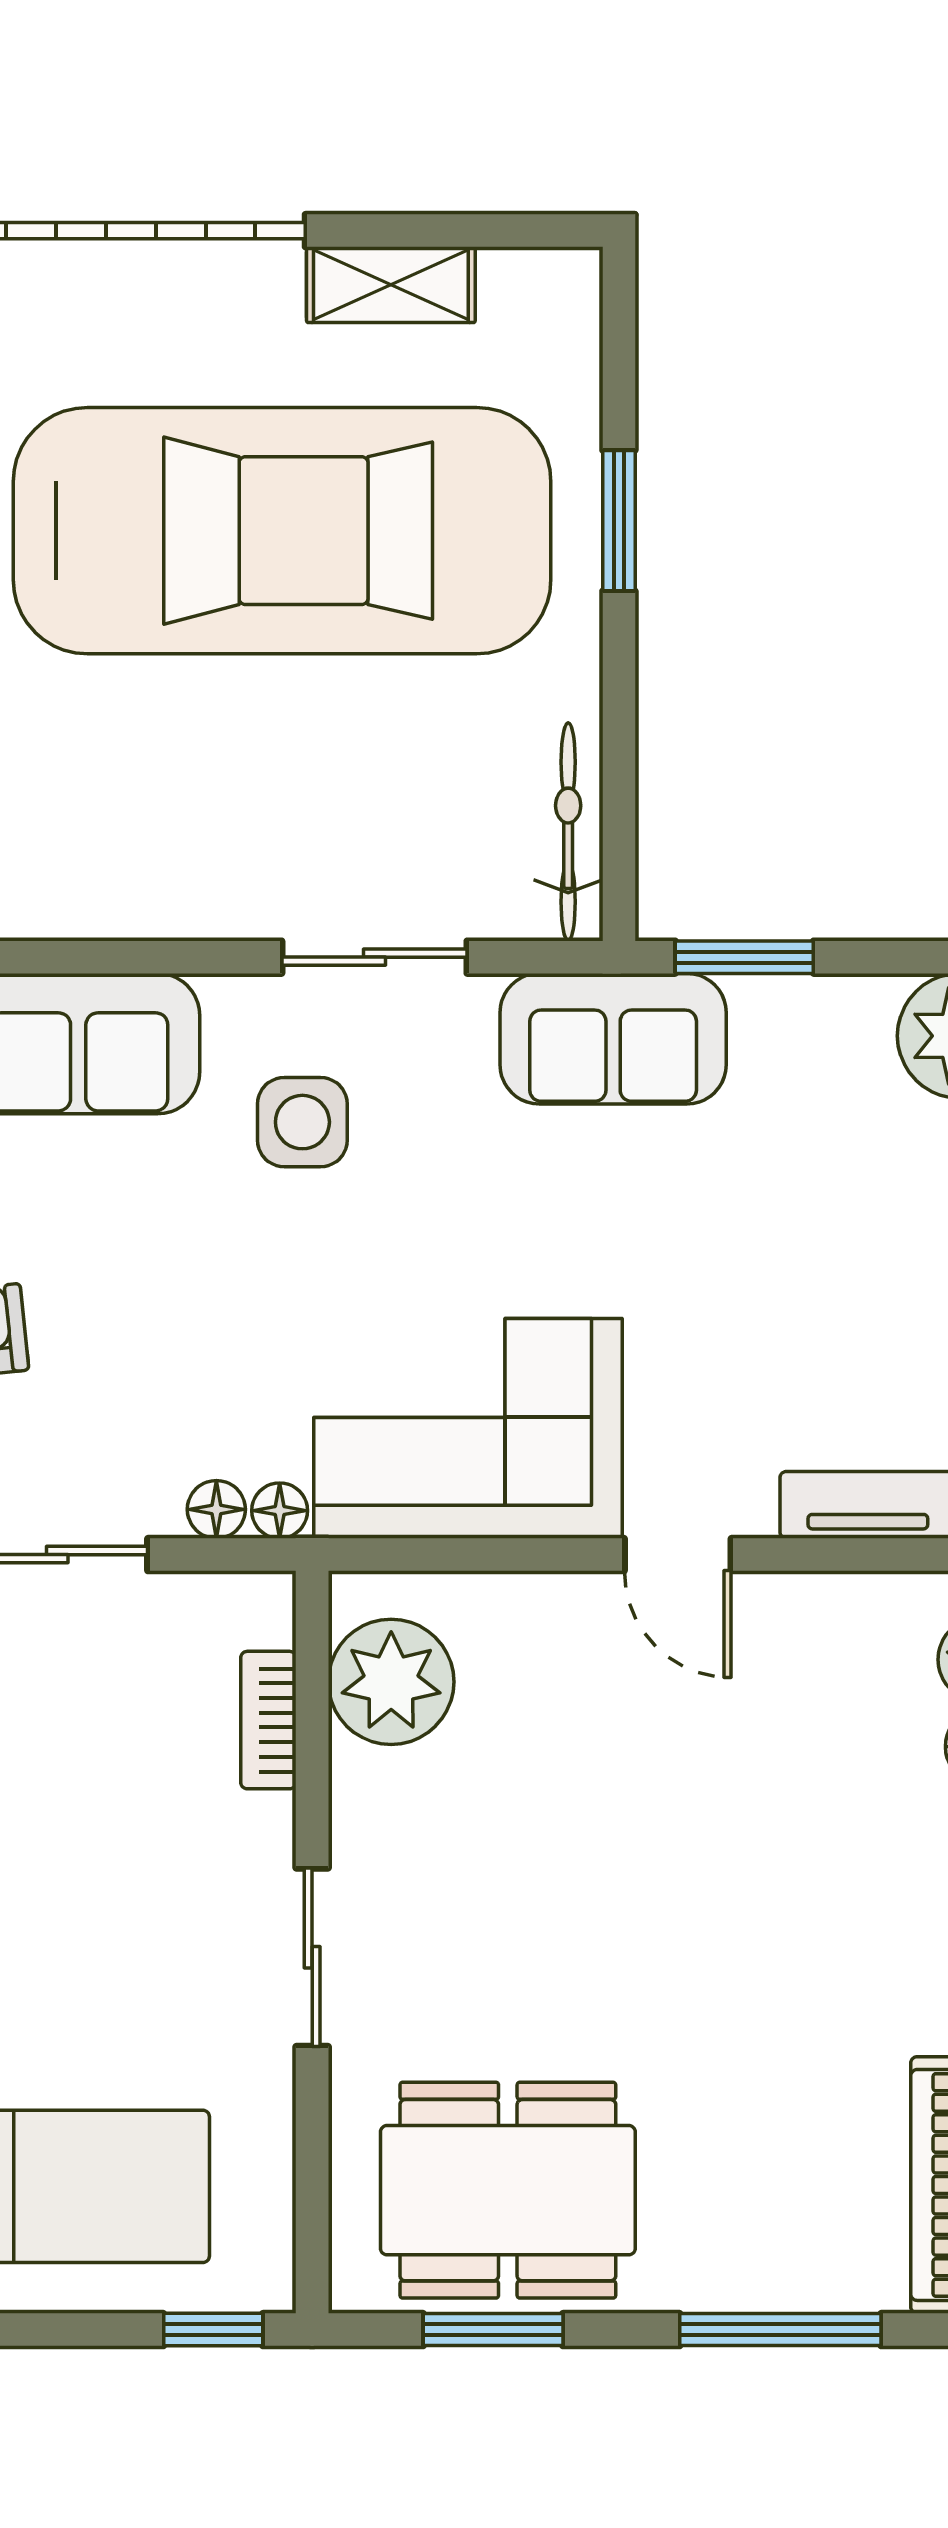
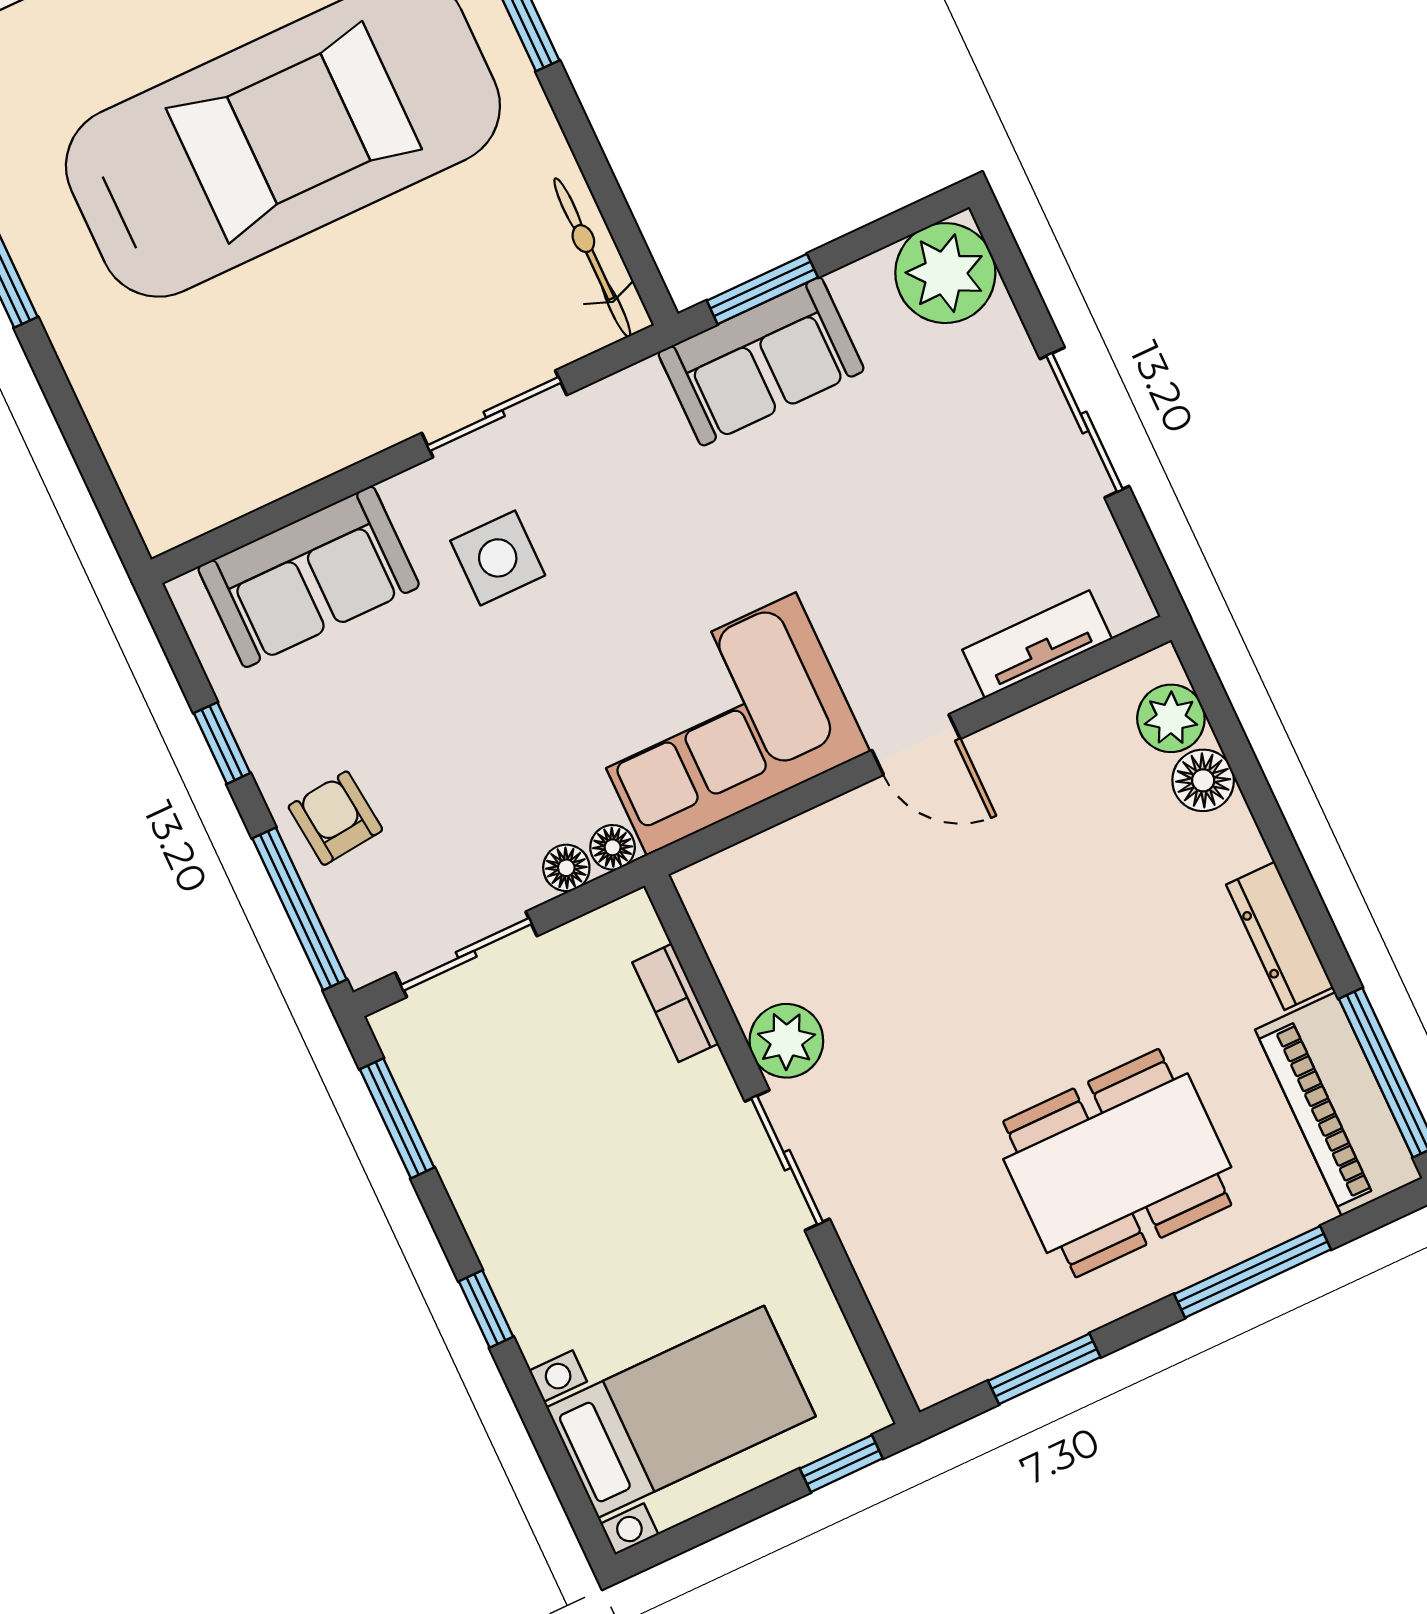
sofa: (613, 1039) -> (761, 361), moved
plant: (391, 1682) -> (786, 1041), moved, width x0.73, depth x0.73
dining table: (508, 2190) -> (1117, 1163), moved

